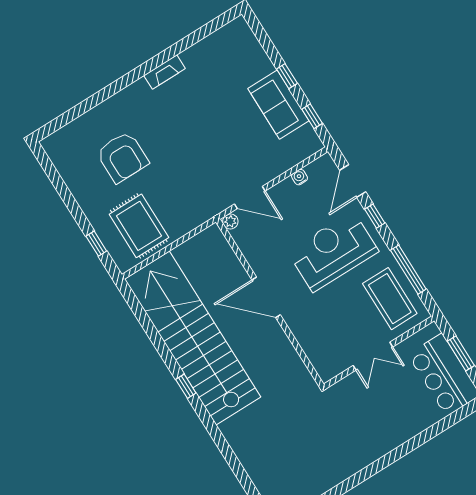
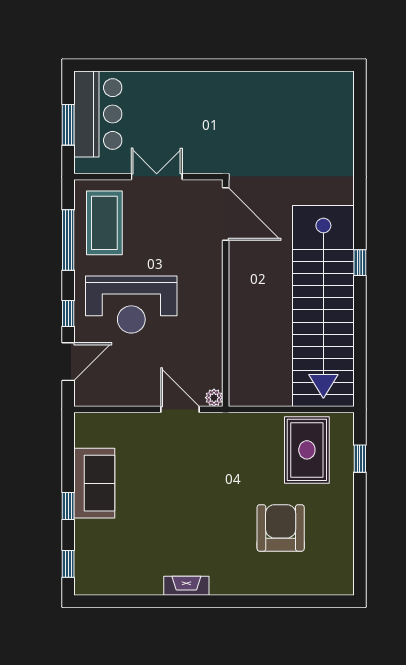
window: (312, 116) -> (68, 564), moved
water cooler: (300, 177) -> (118, 399), removed
door: (266, 297) -> (226, 214), moved

